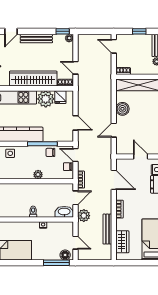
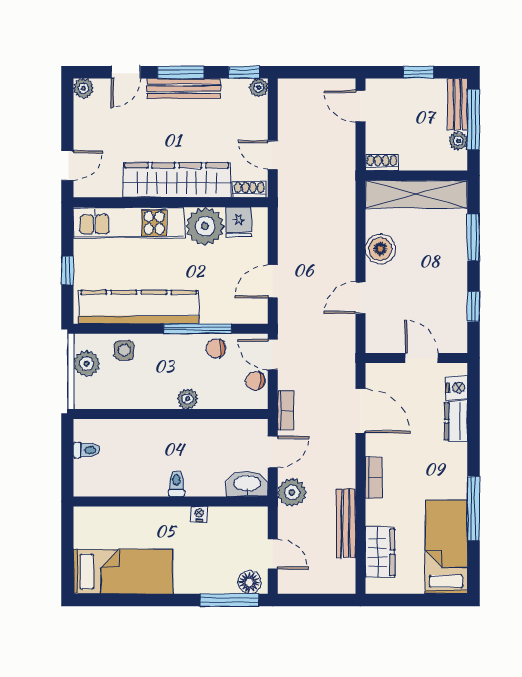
window: (35, 31) -> (181, 72), added
door: (75, 123) -> (273, 281), swing flipped

